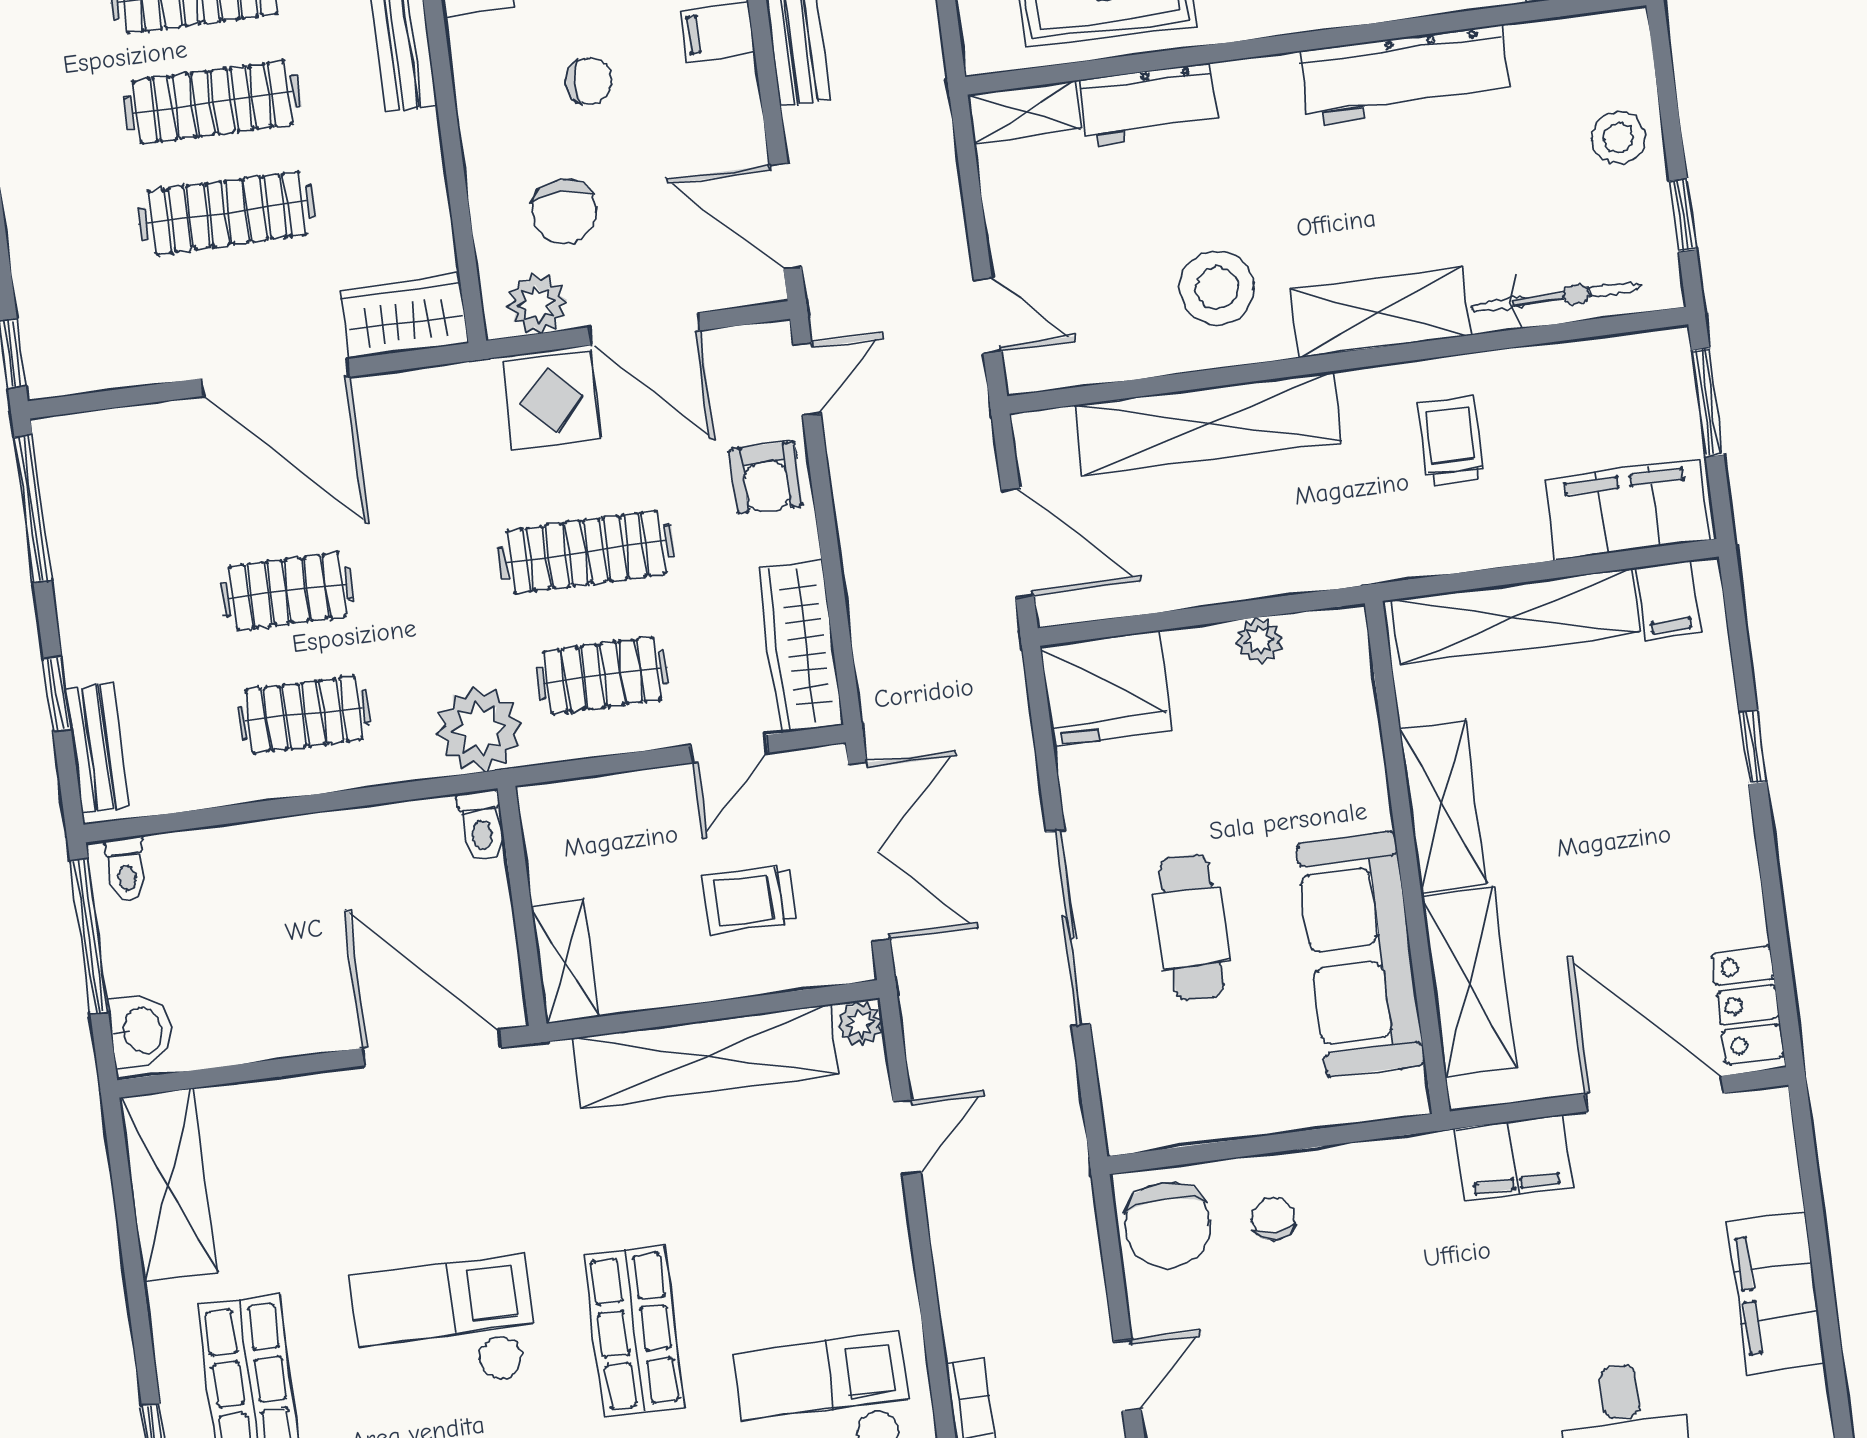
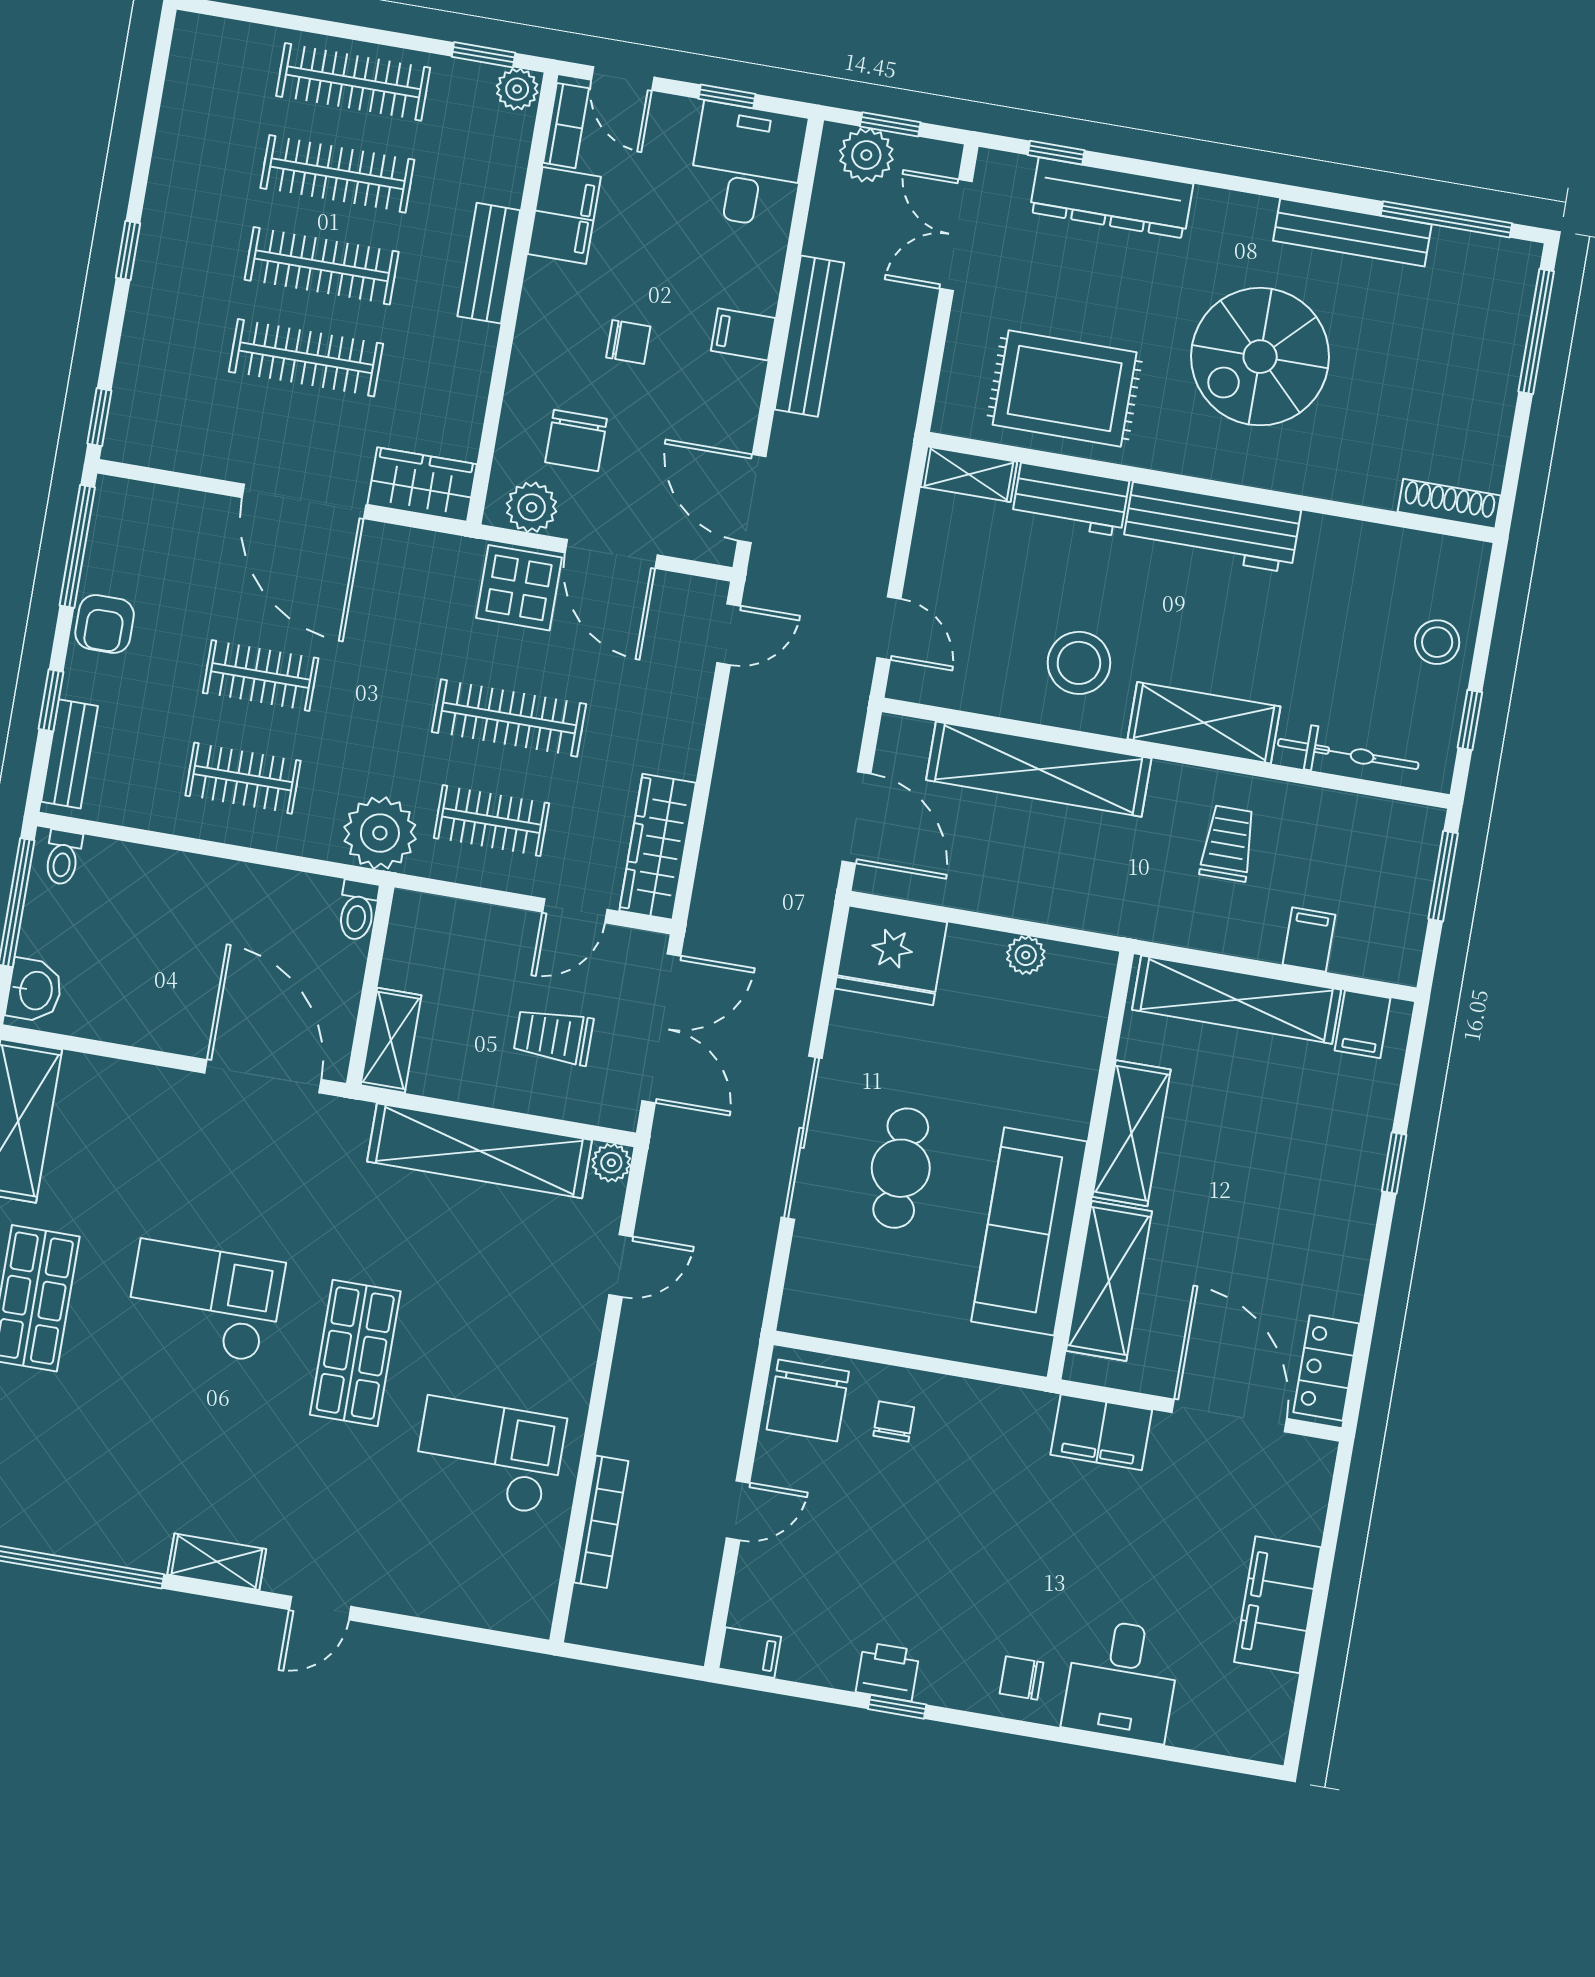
workbench: (1404, 75) -> (1212, 527), moved
armchair: (766, 477) -> (105, 624), moved
filing cabinet: (1628, 510) -> (1309, 940), width x0.33, depth x0.86

